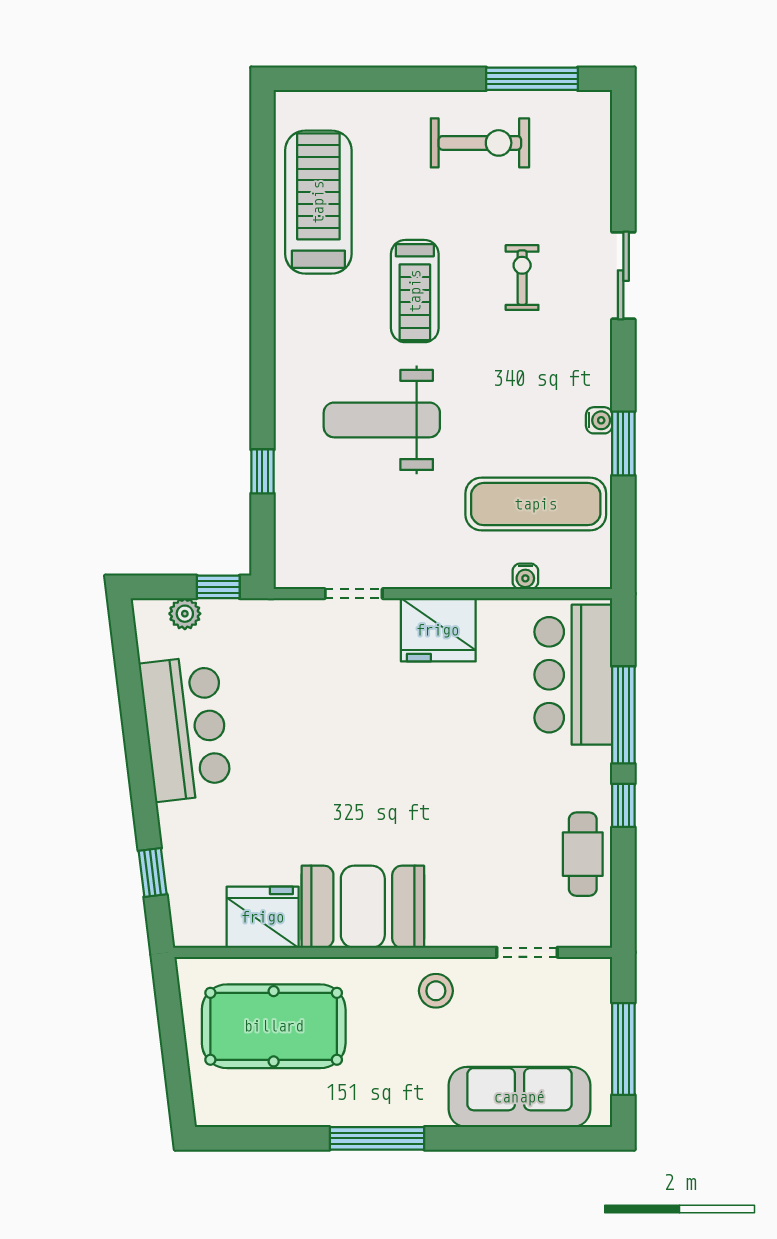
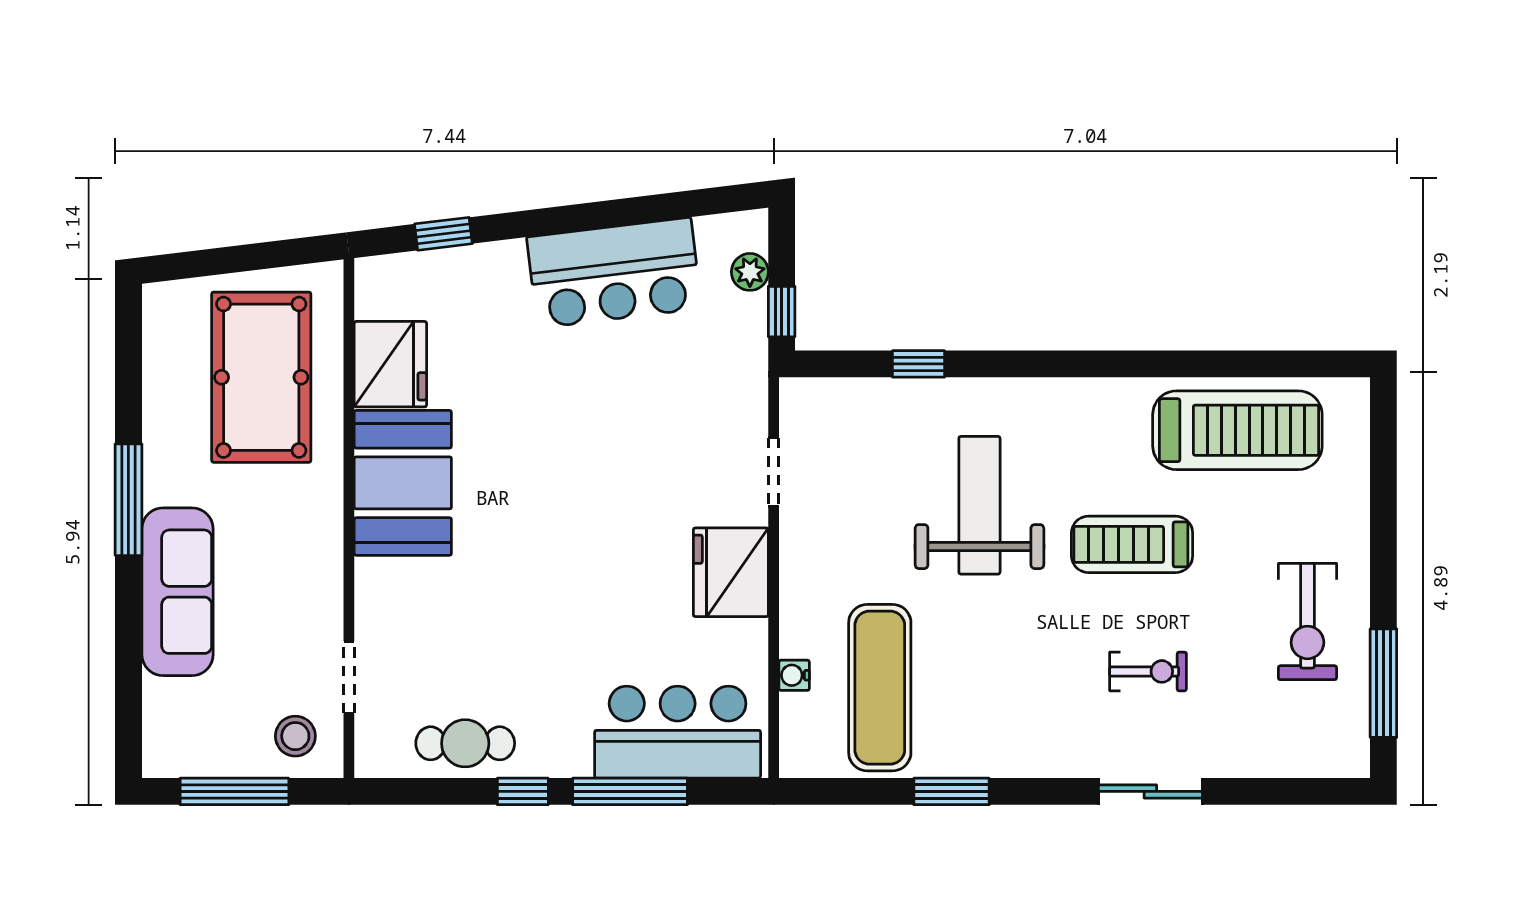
water cooler: (599, 420) -> (979, 763), removed
stool: (436, 991) -> (295, 736), moved
sofa: (519, 1097) -> (177, 592), moved

